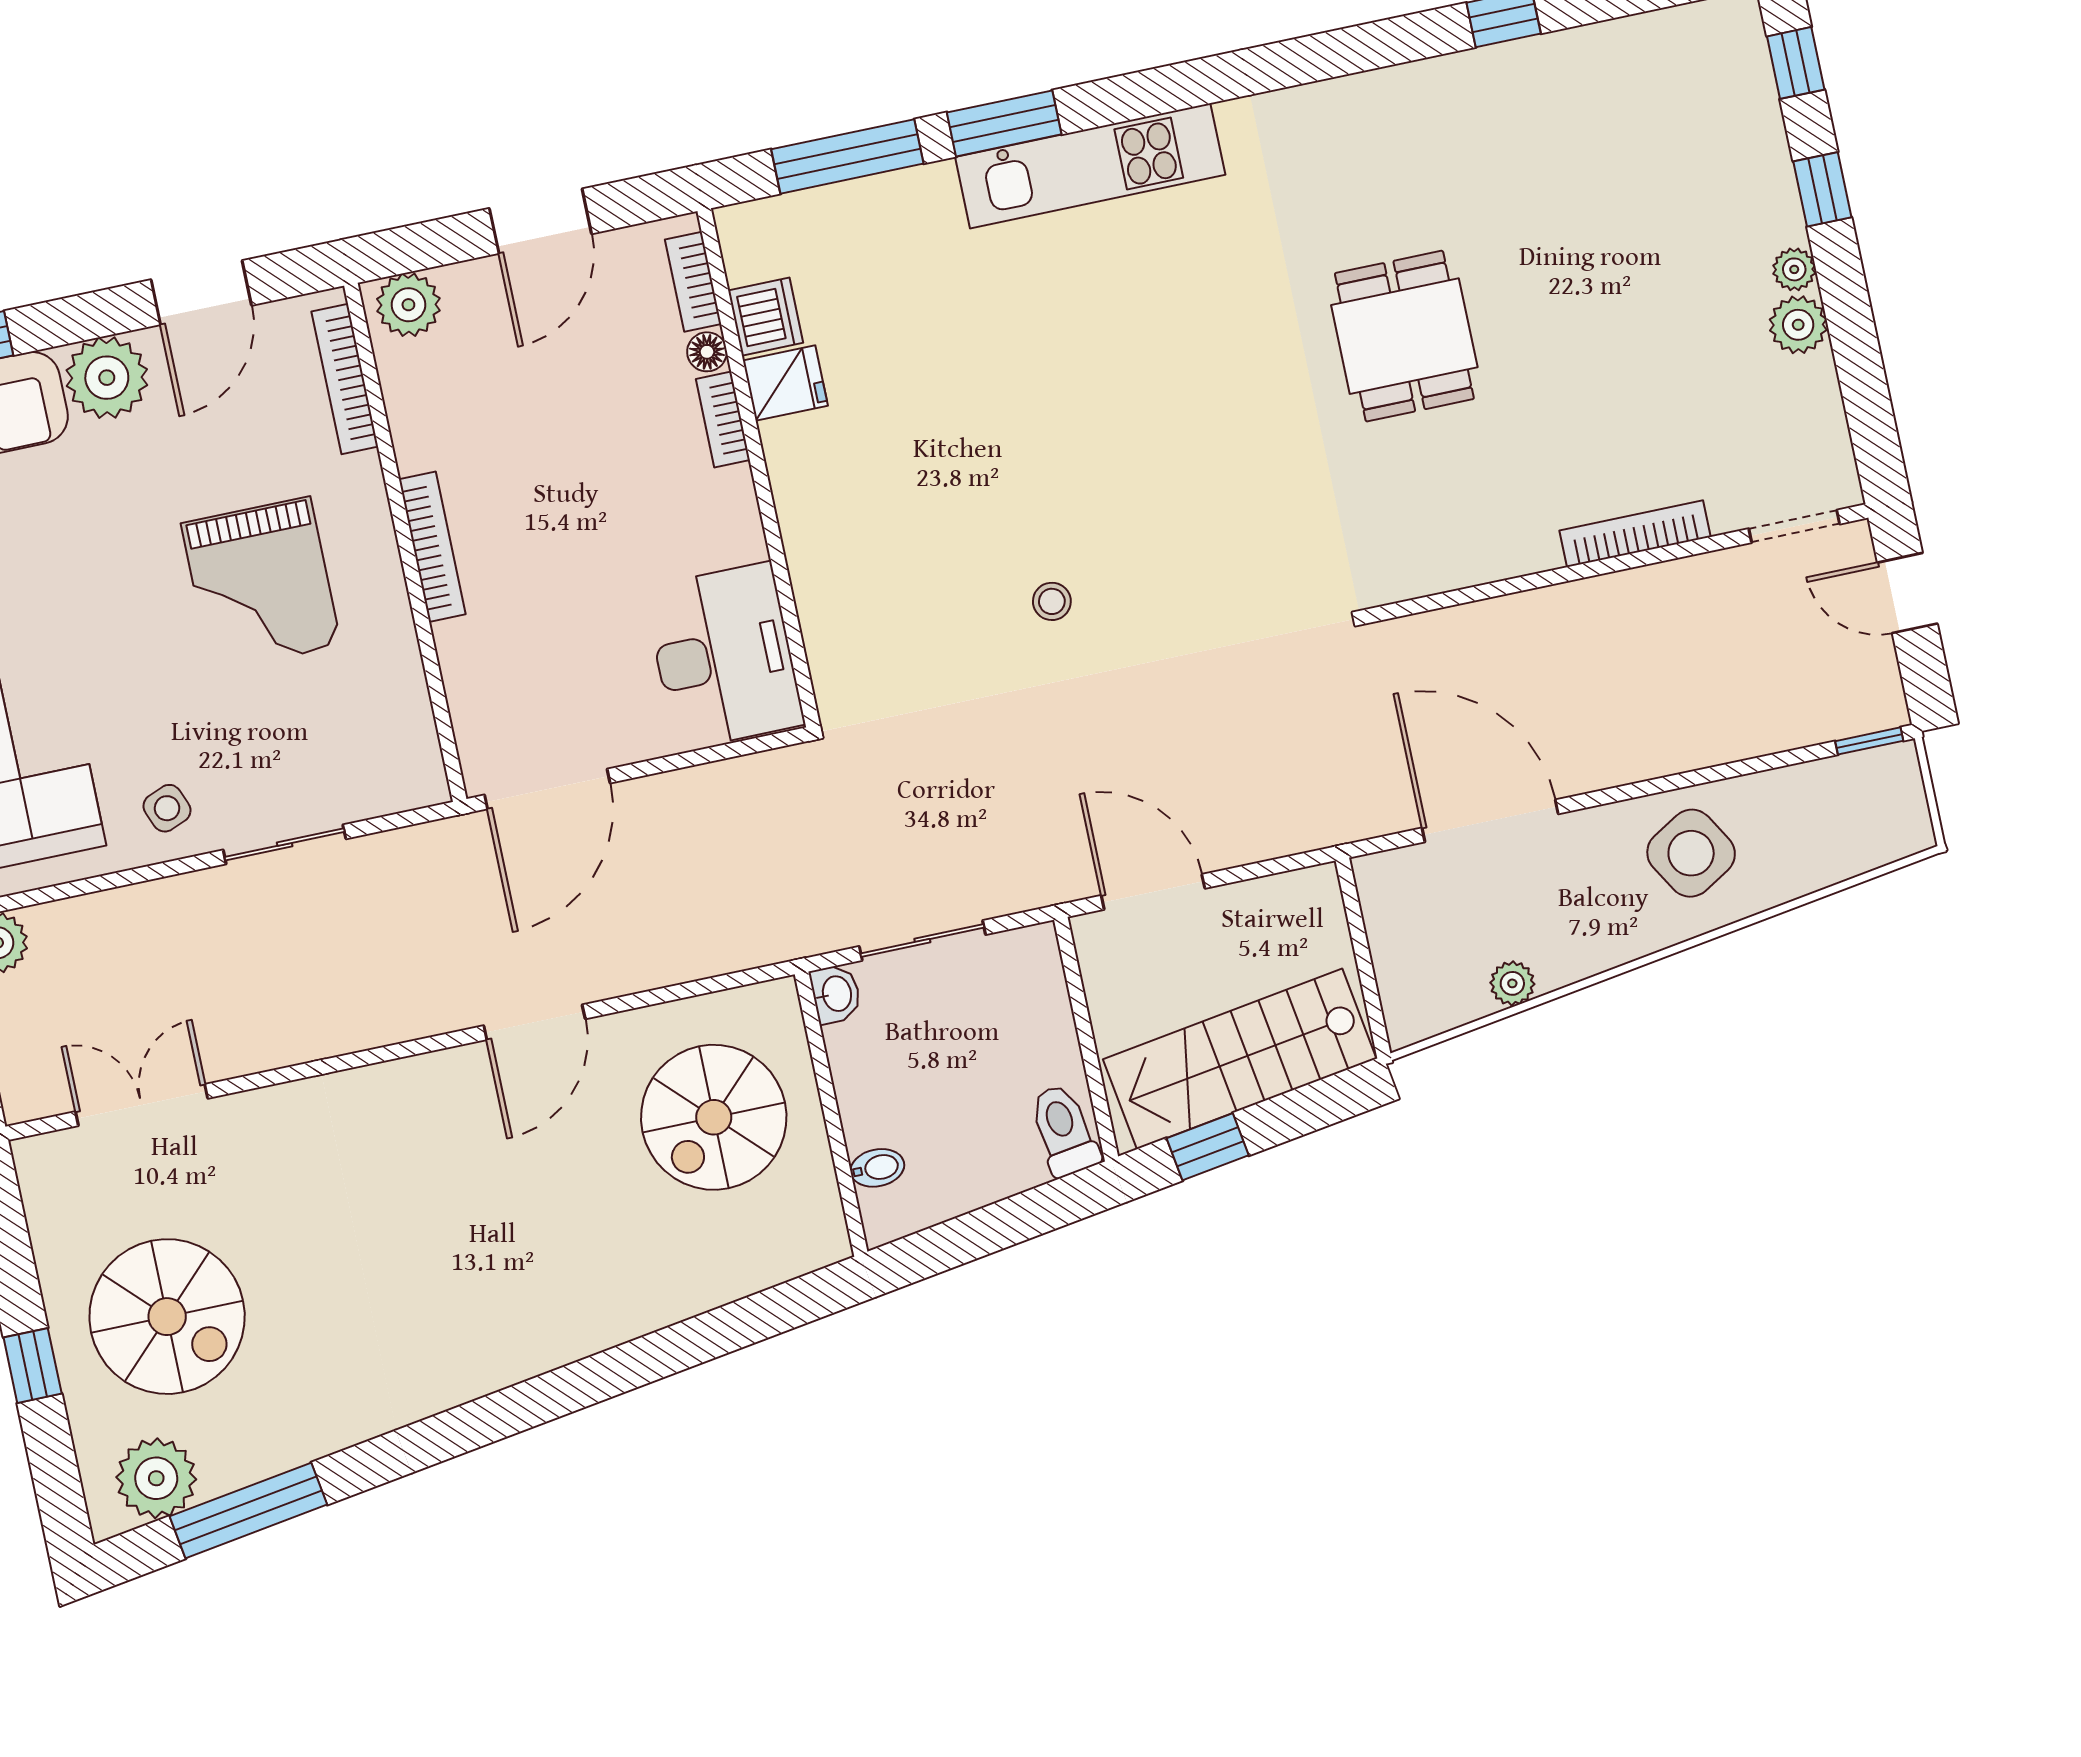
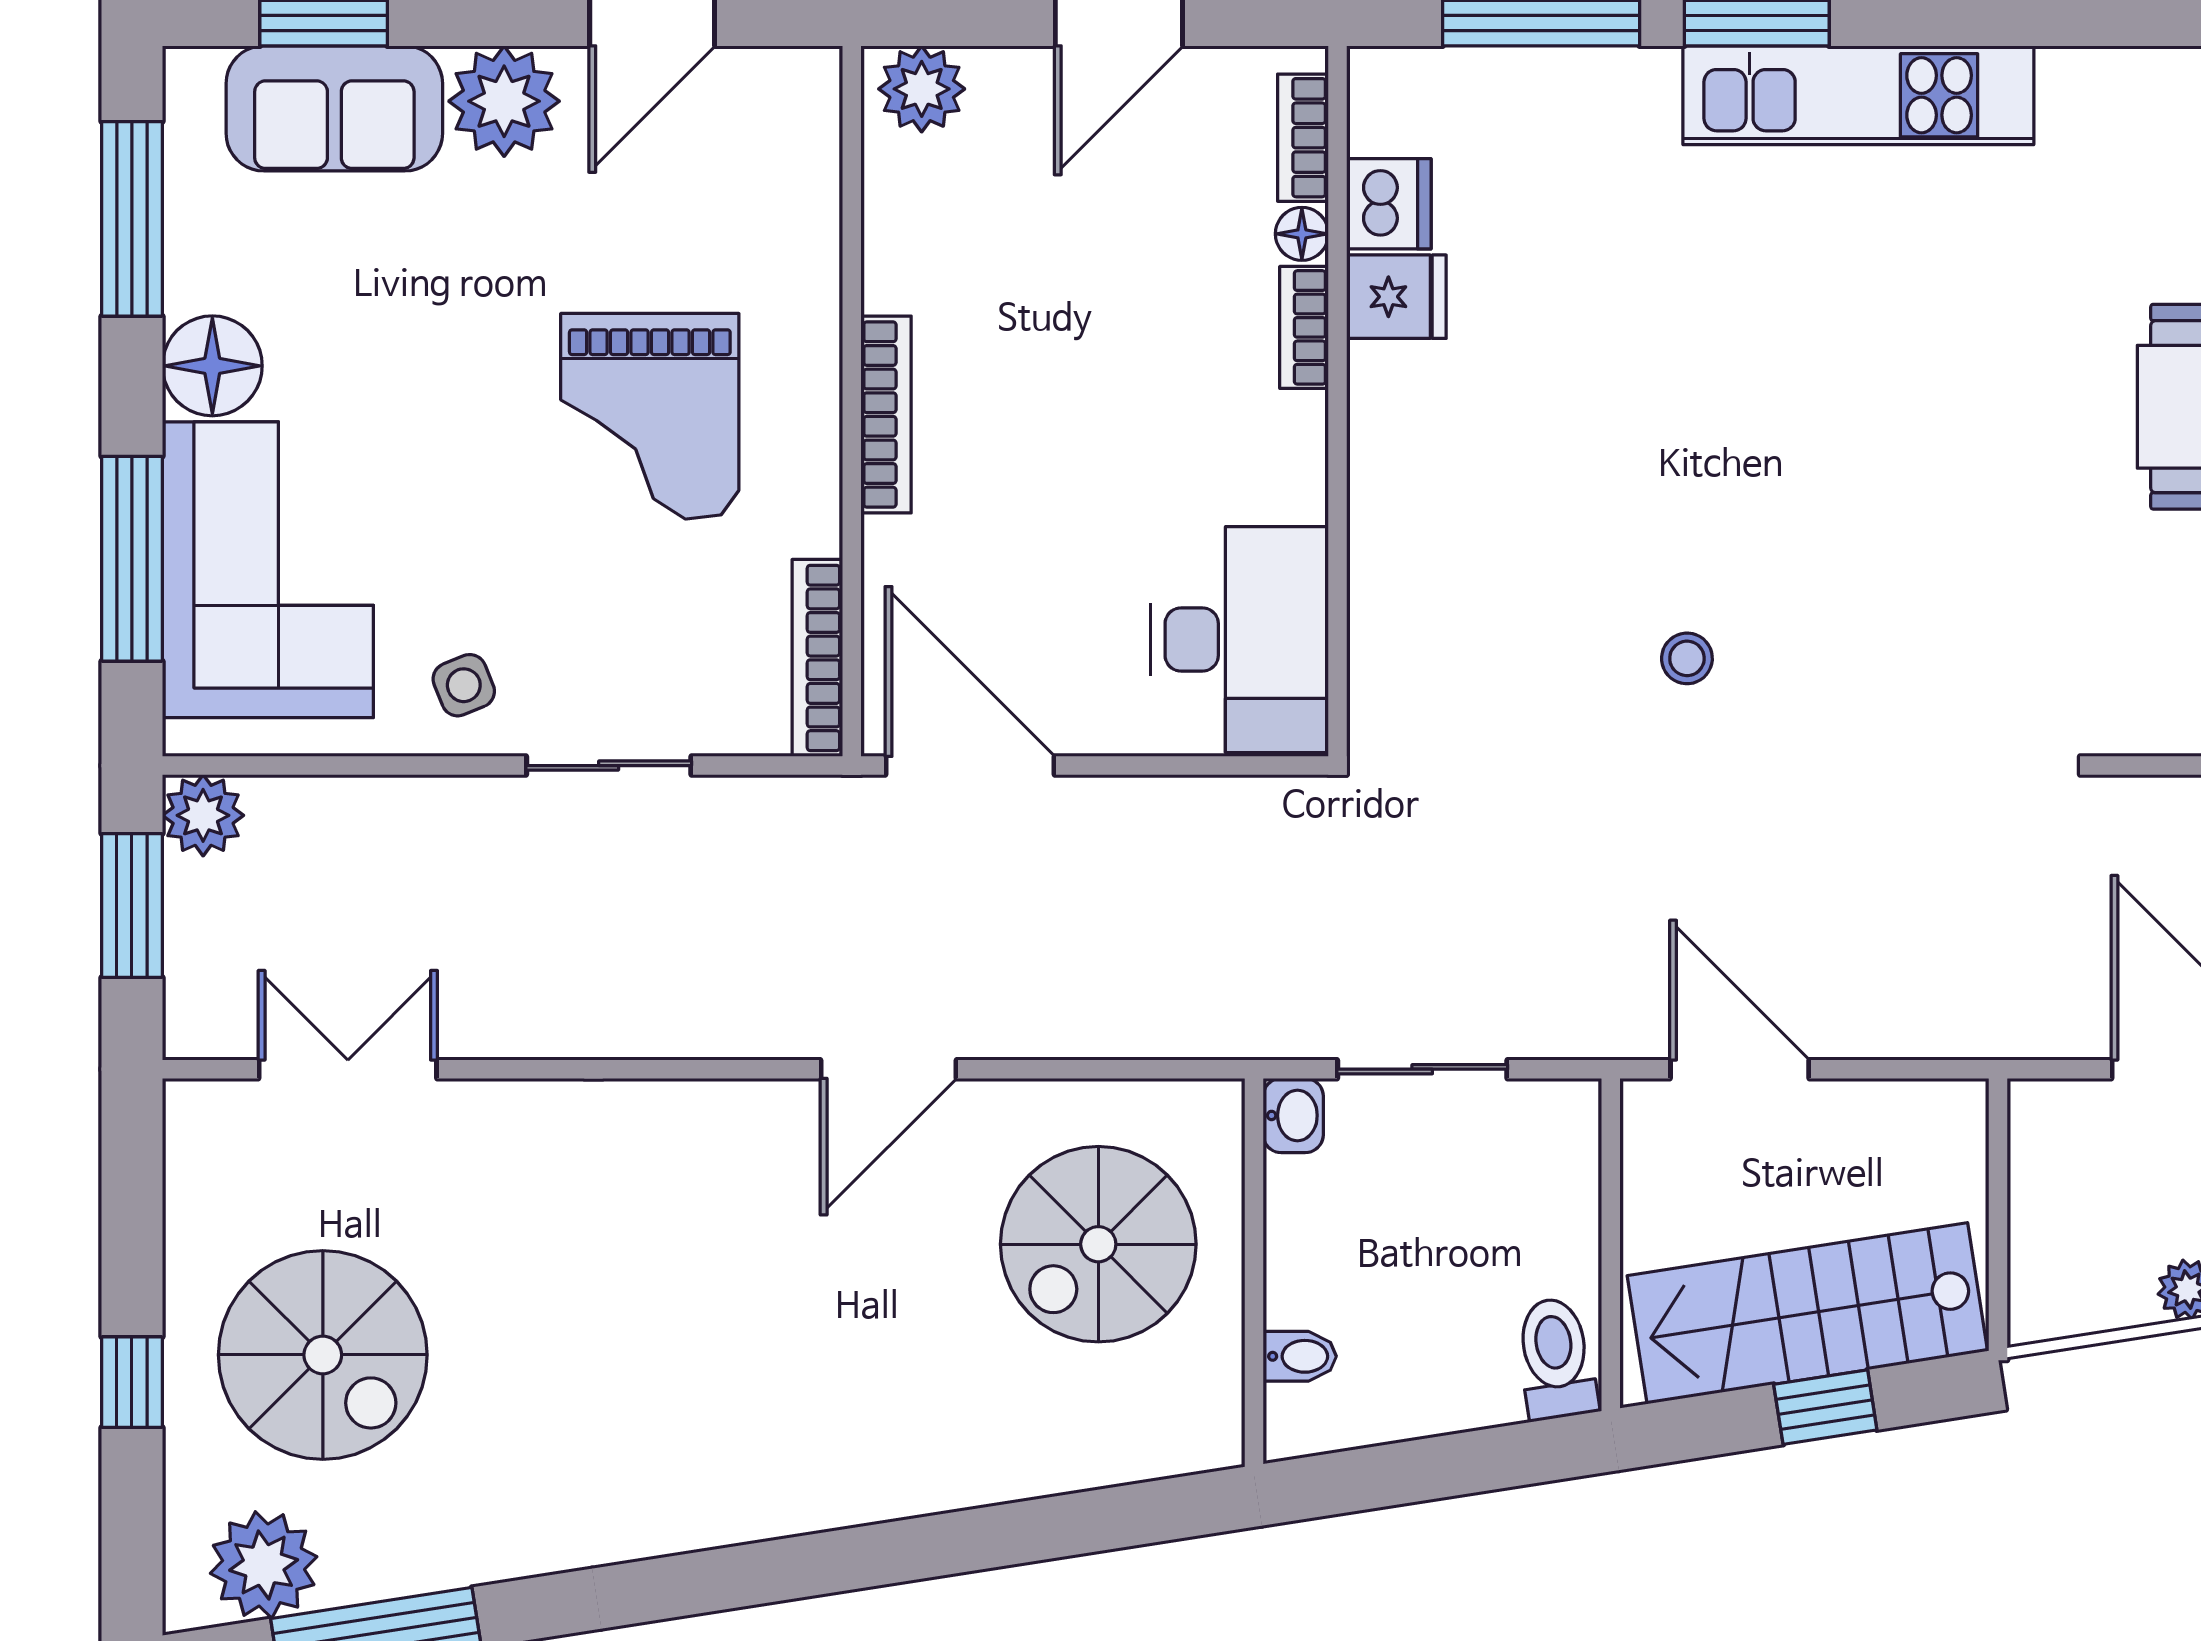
bookcase: (345, 379) -> (817, 658), moved
door: (547, 789) -> (970, 766), swing flipped
window: (1208, 1147) -> (1825, 1407), moved

